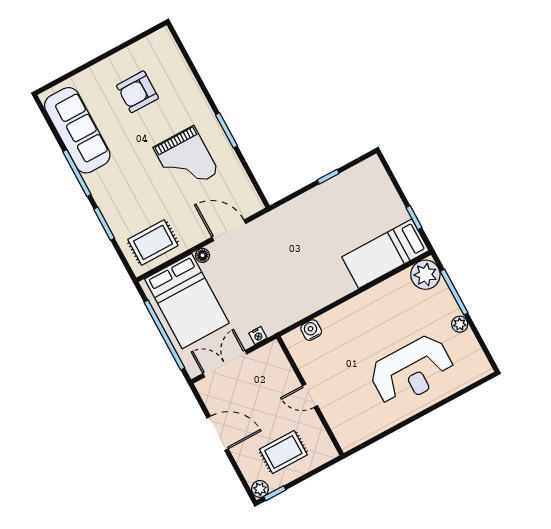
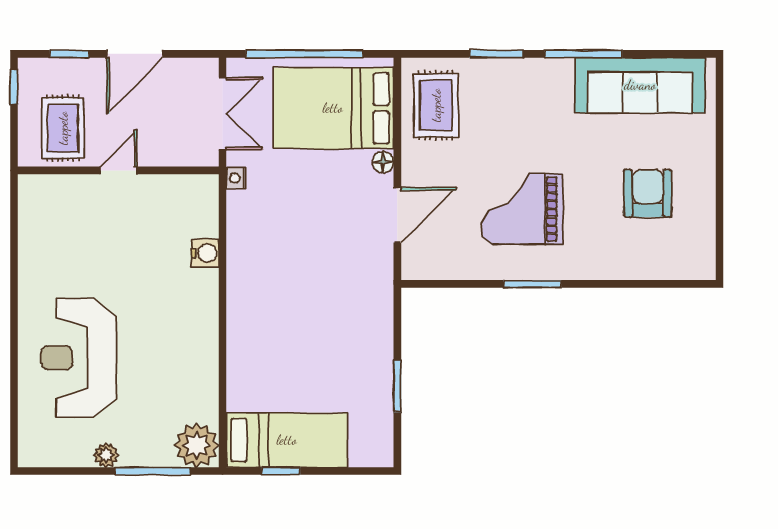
window: (328, 177) -> (397, 386), width x1.50
bed: (385, 254) -> (287, 440), moved, turned 90
door: (310, 396) -> (119, 170), moved
wall: (310, 396) -> (118, 170), moved
window: (238, 471) -> (69, 54), added
plant: (260, 489) -> (30, 70), removed

